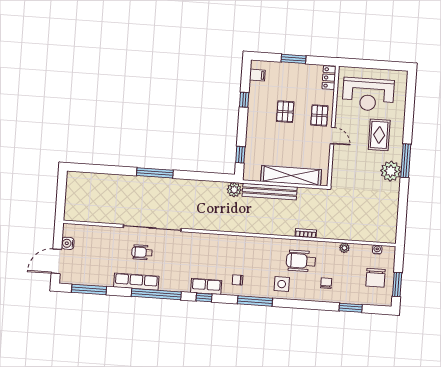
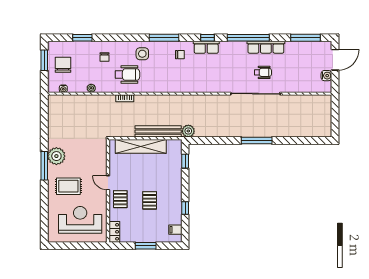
rug: (379, 135) -> (68, 186), turned 90

